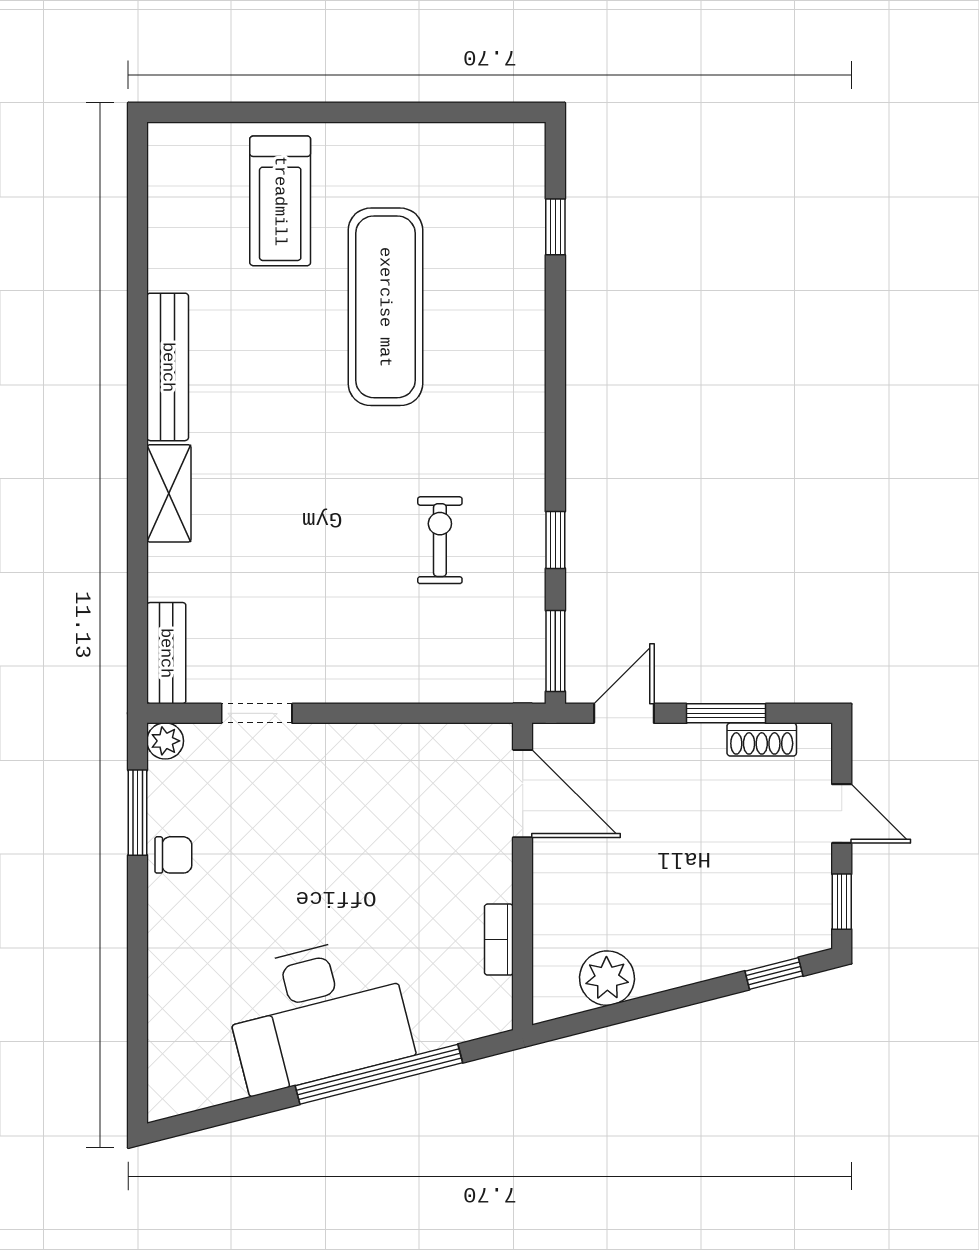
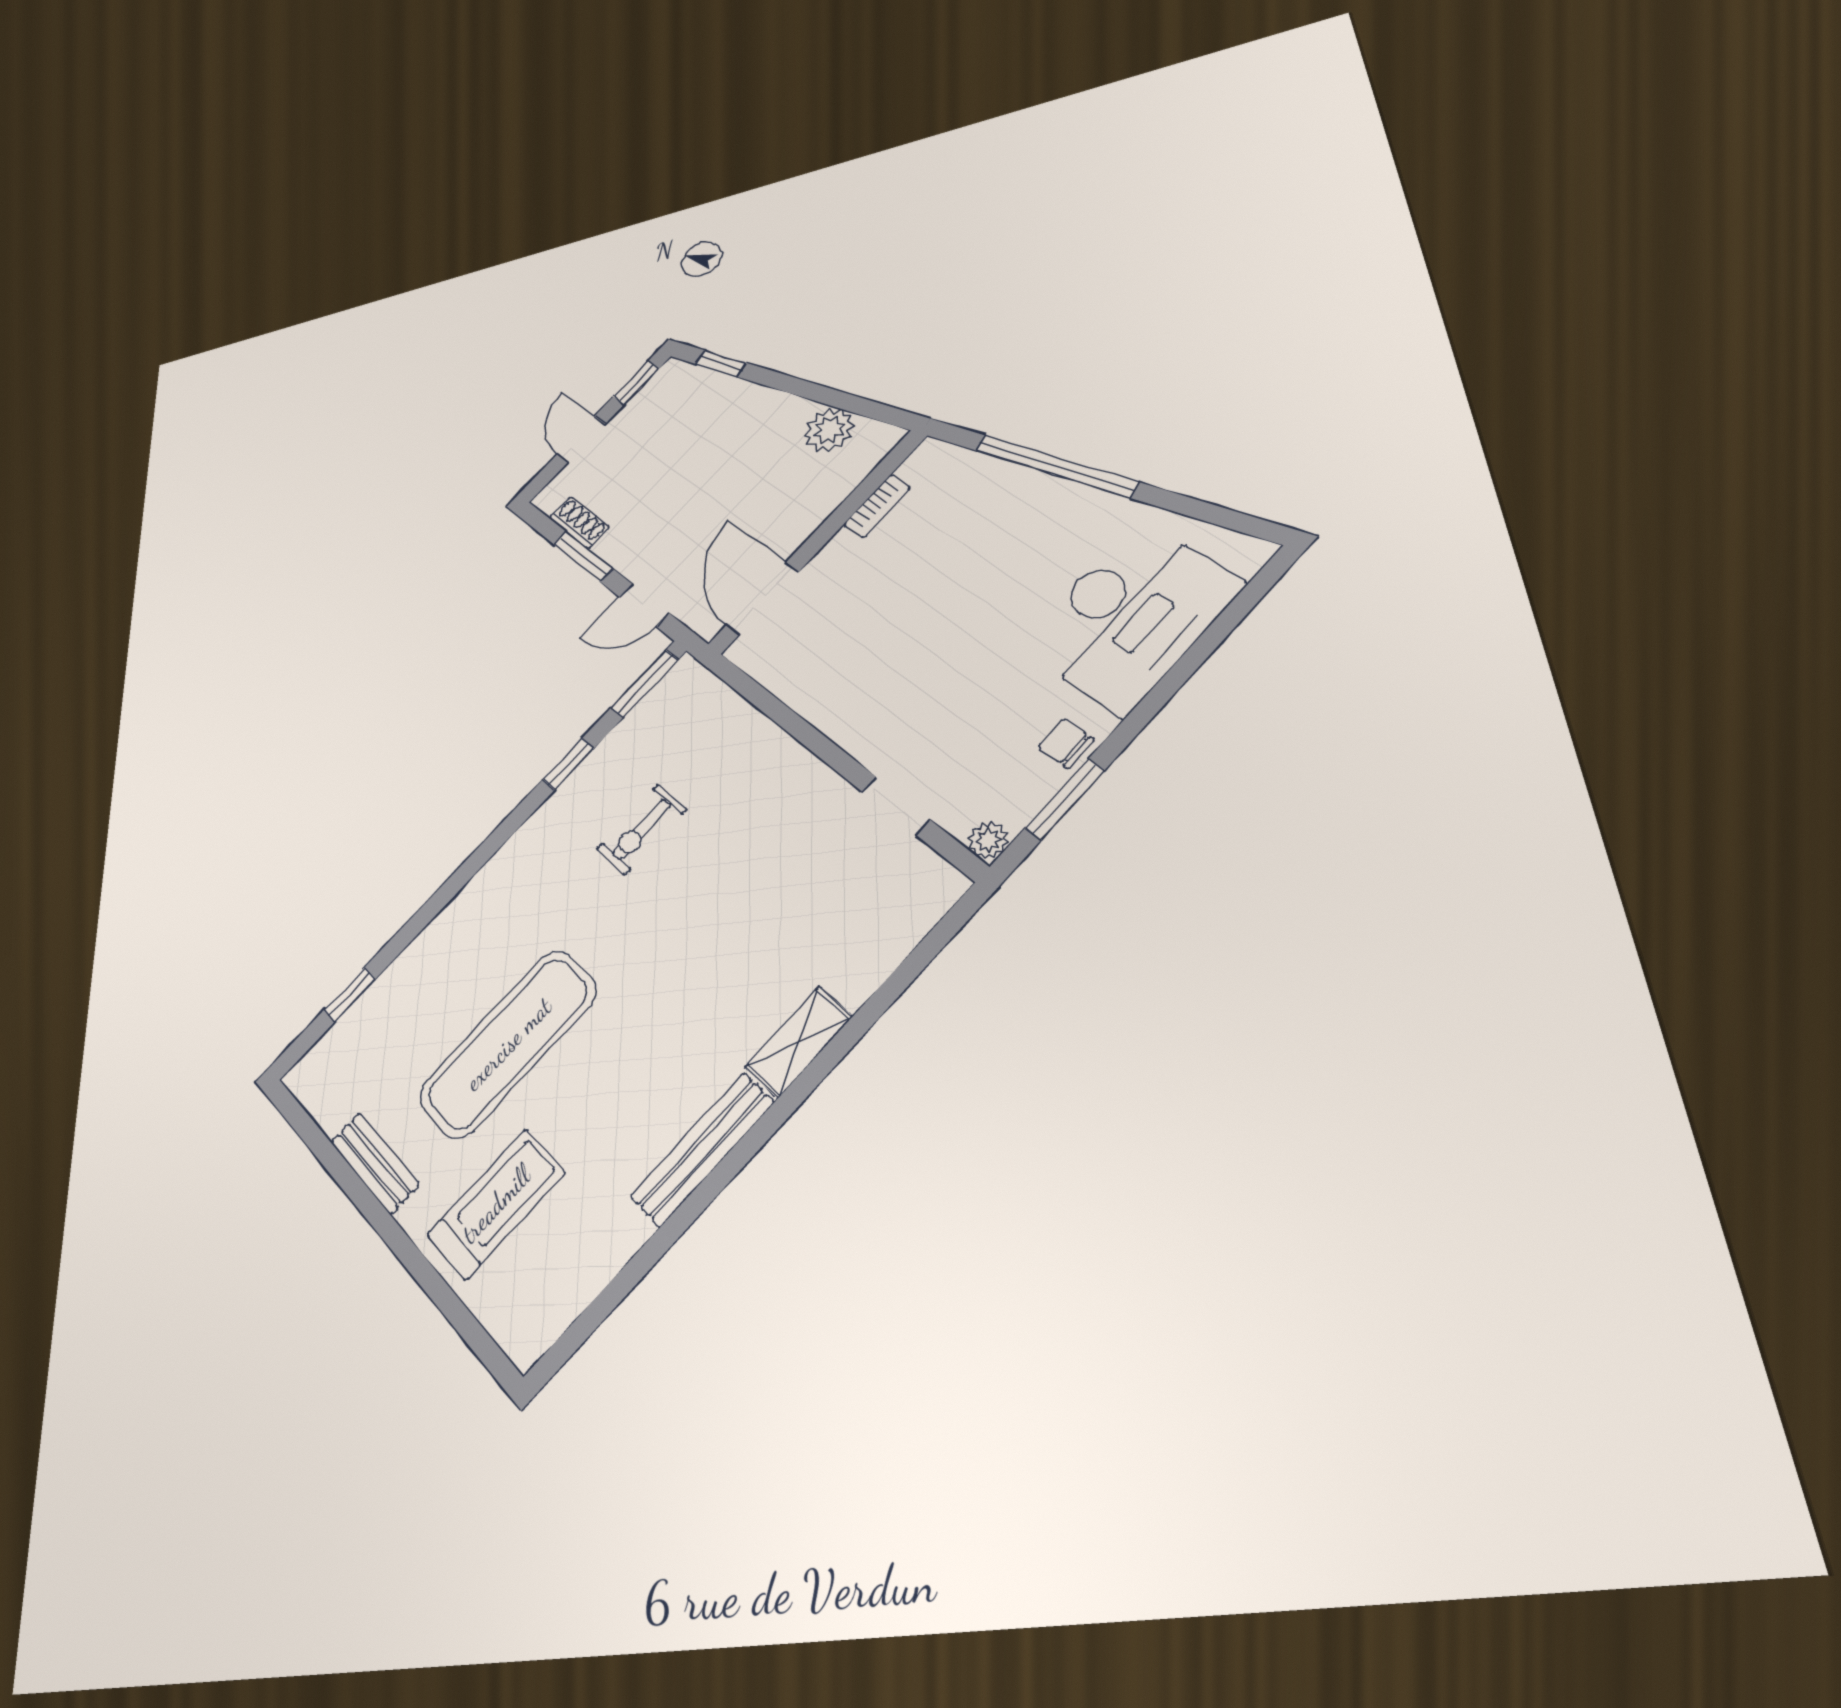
bench: (166, 653) -> (375, 1163), moved, turned 90
desk: (317, 1014) -> (1131, 615), moved, turned 104

